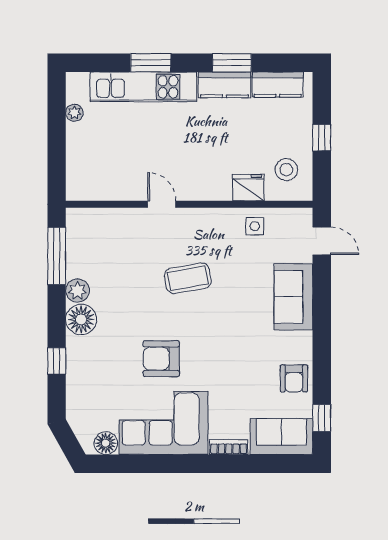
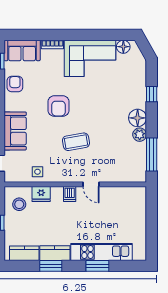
plant: (74, 113) -> (141, 237), removed
dishwasher: (199, 188) -> (70, 194), added
armchair: (161, 359) -> (59, 106), moved, turned 90

